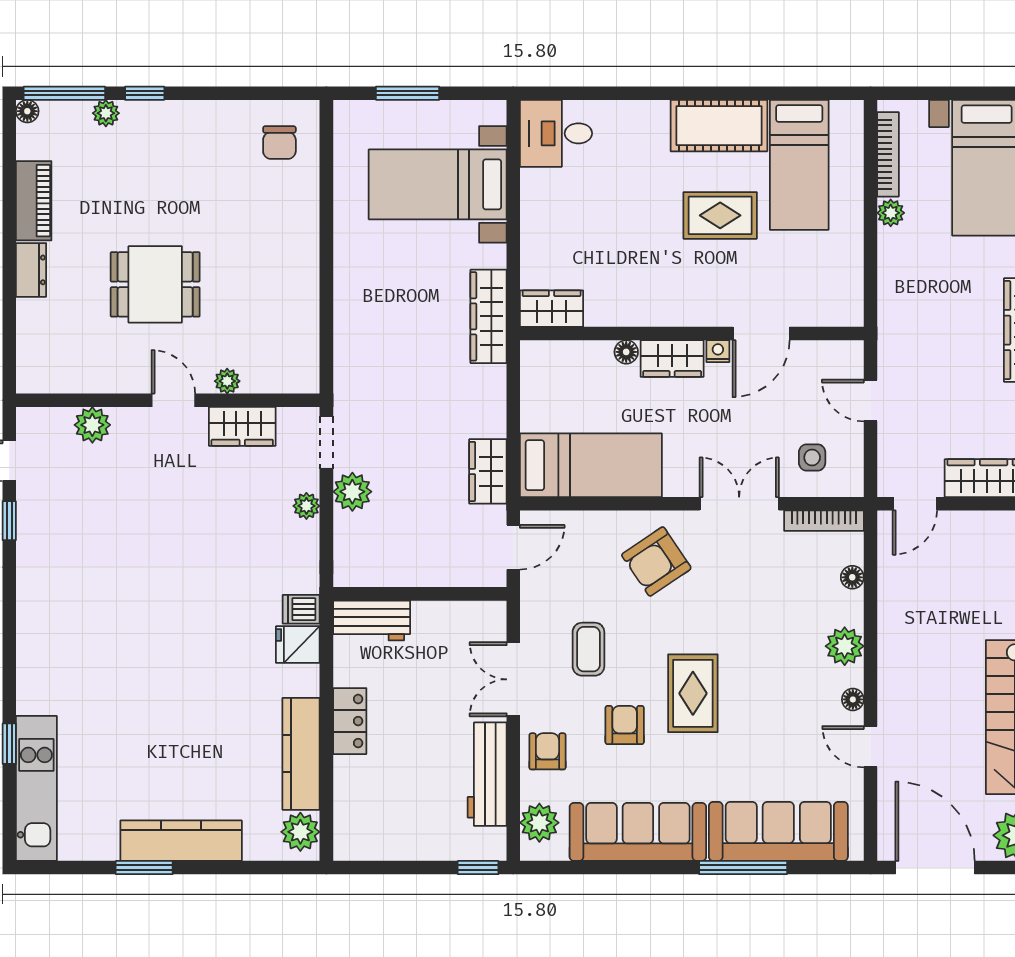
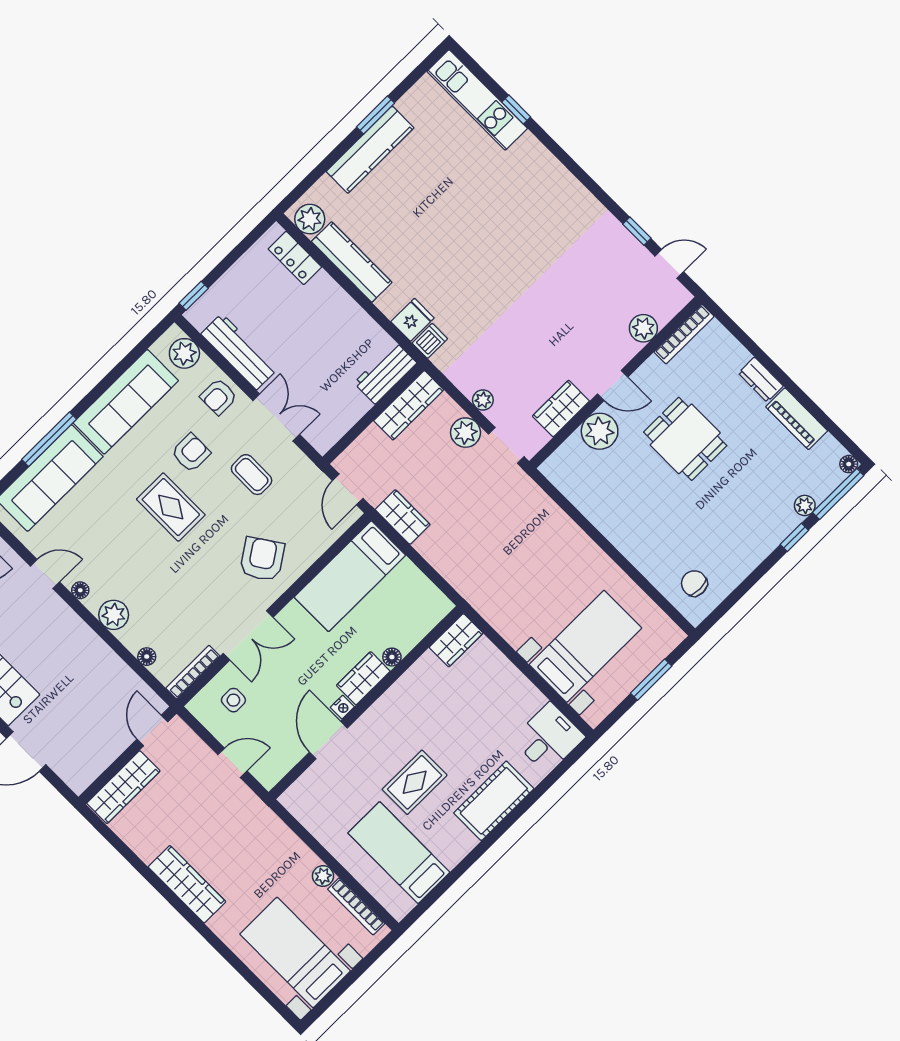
cot: (719, 126) -> (494, 801), moved
dining table: (155, 284) -> (685, 439), turned 90
wardrobe: (489, 316) -> (409, 405), moved, turned 90
plant: (227, 381) -> (600, 431), width x1.88, depth x1.88
bookcase: (60, 382) -> (684, 334), added
locker: (350, 721) -> (295, 258), moved
armchair: (625, 725) -> (191, 453), turned -90
armchair: (547, 751) -> (219, 397), turned 90

